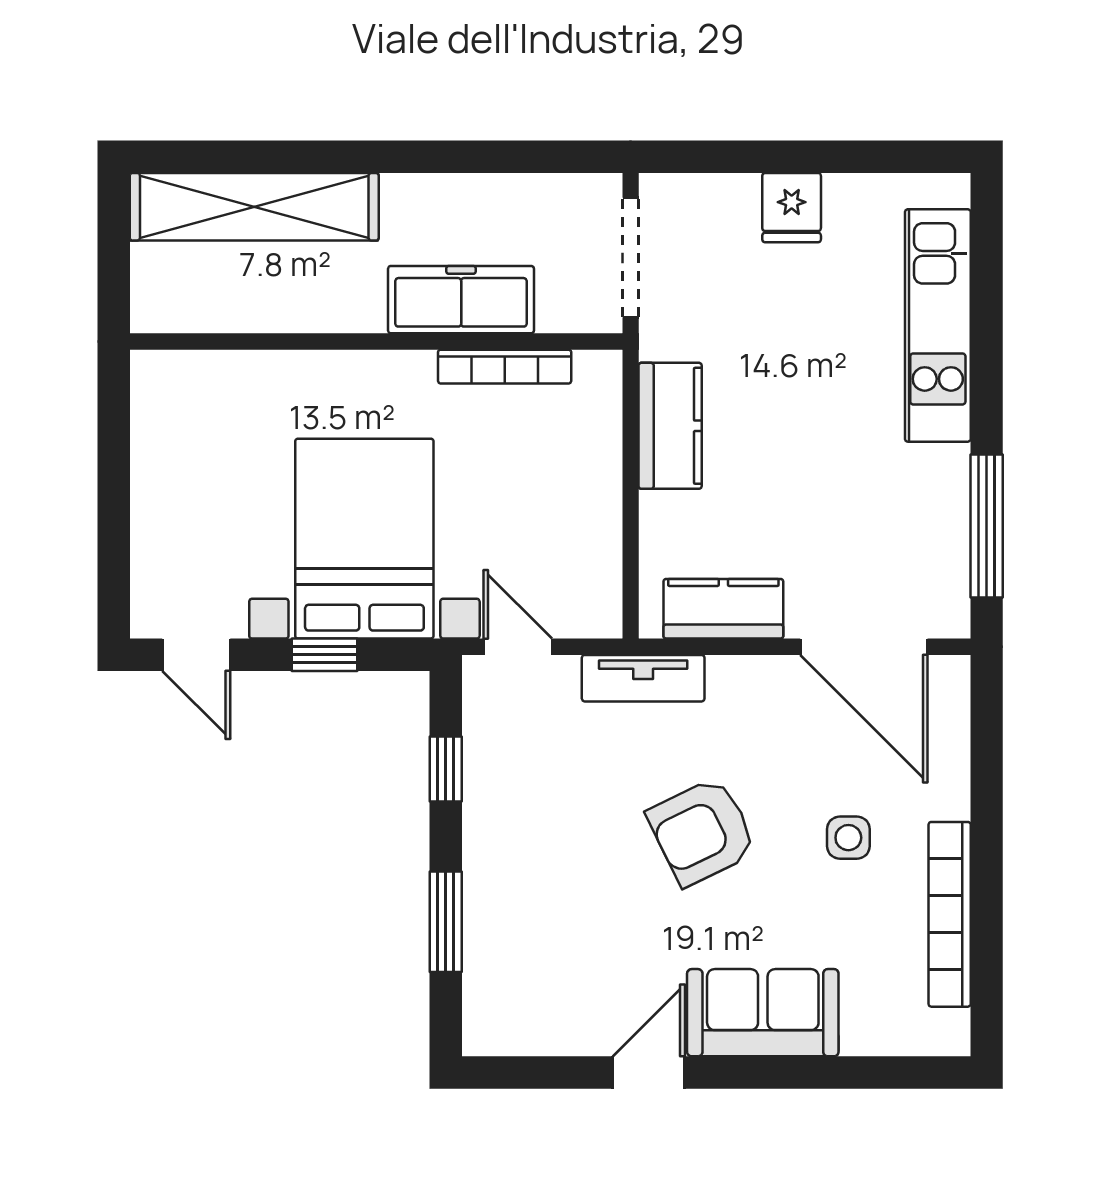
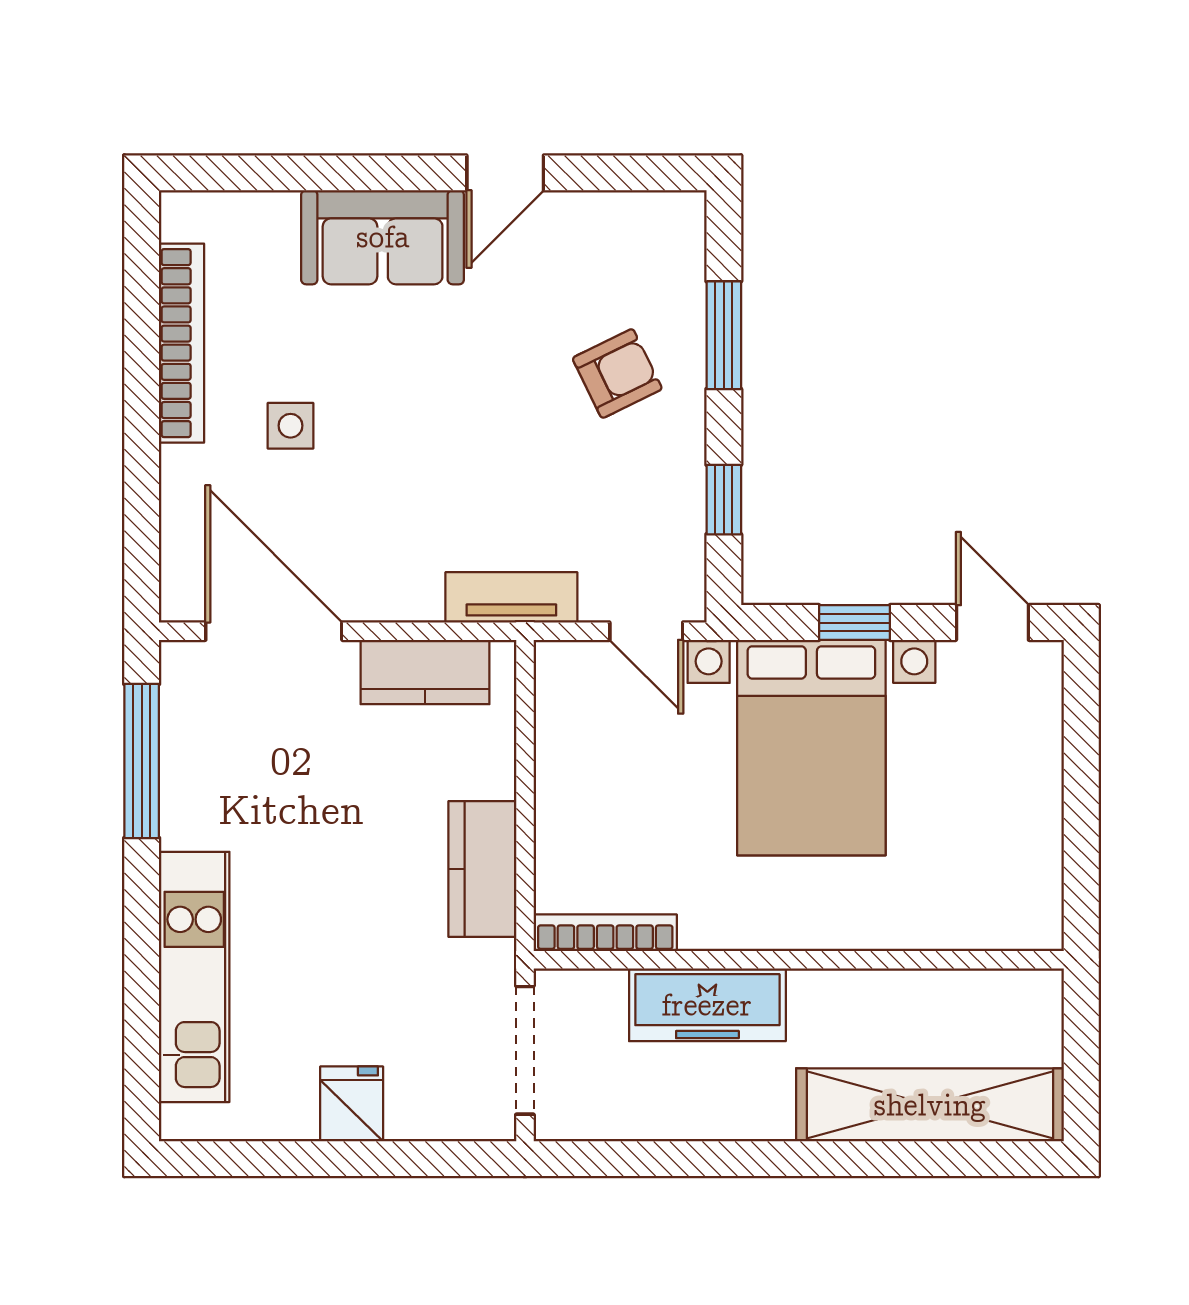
bookcase: (505, 367) -> (605, 933), moved
armchair: (702, 832) -> (617, 373), moved, width x0.72, depth x0.72

